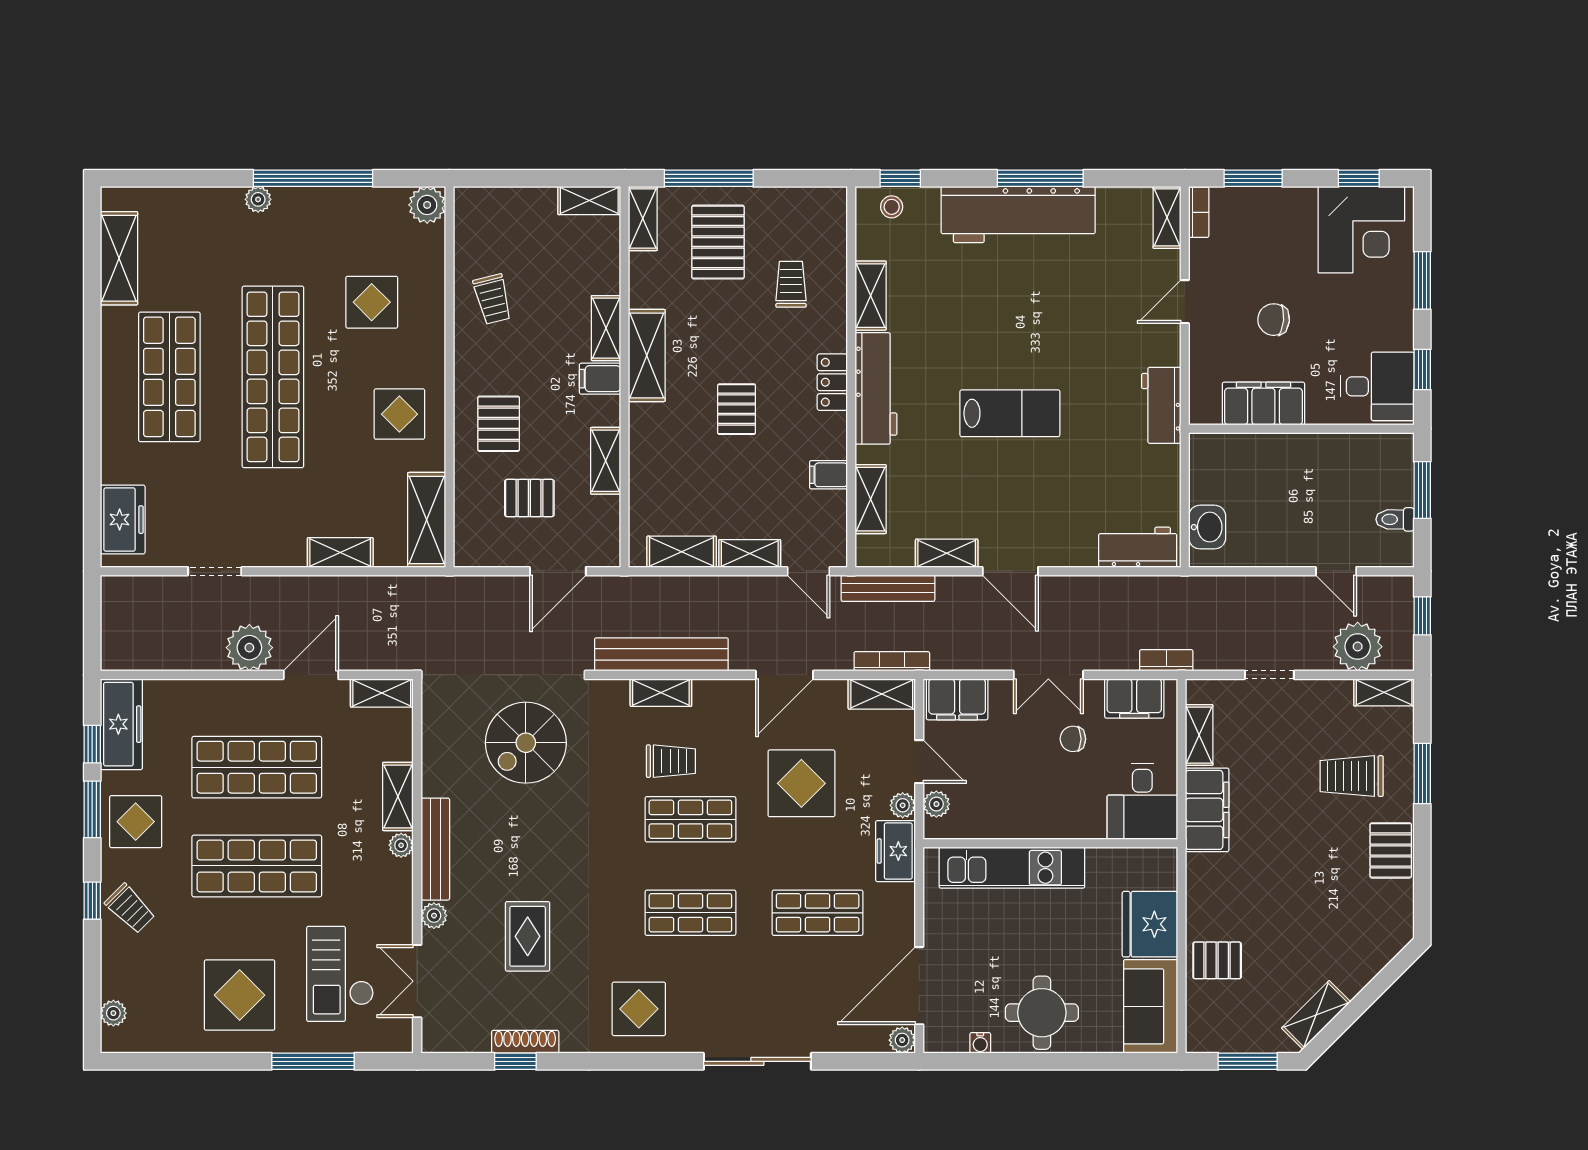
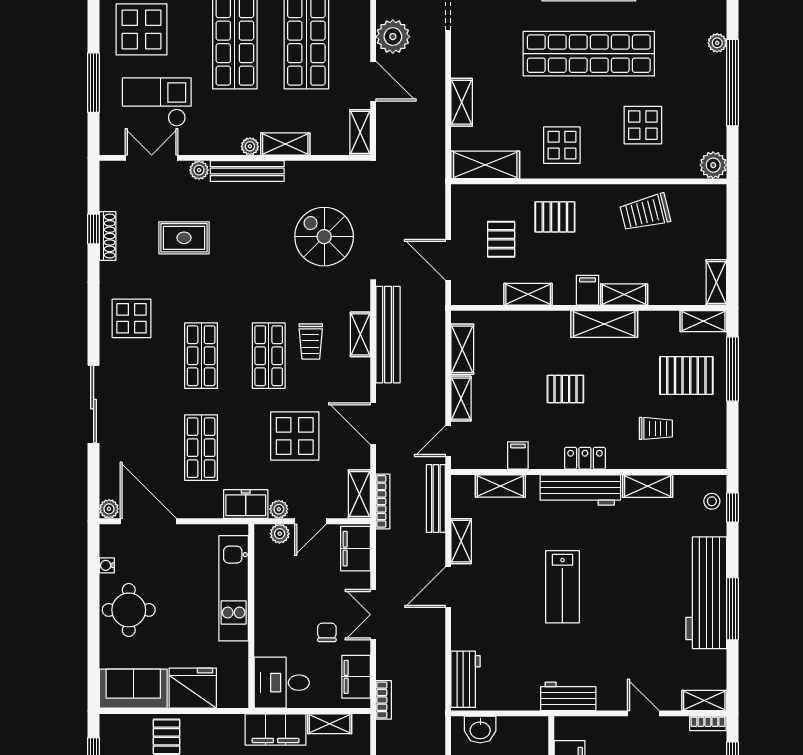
trolley: (492, 299) -> (645, 212), width x1.36, depth x1.39

